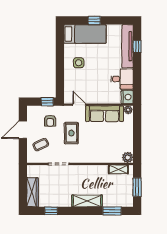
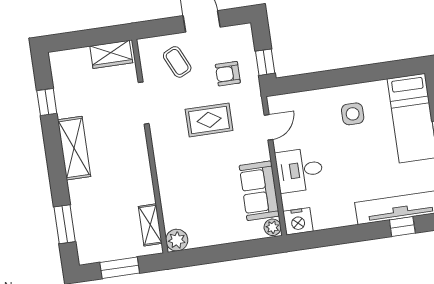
desk: (122, 79) -> (299, 170), moved, turned 90
sofa: (104, 114) -> (259, 191), width x0.73
wardrobe: (32, 192) -> (111, 54), moved, width x0.67
shelving: (87, 201) -> (74, 148), moved

